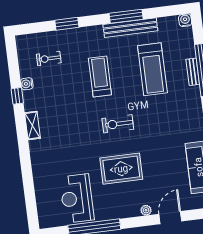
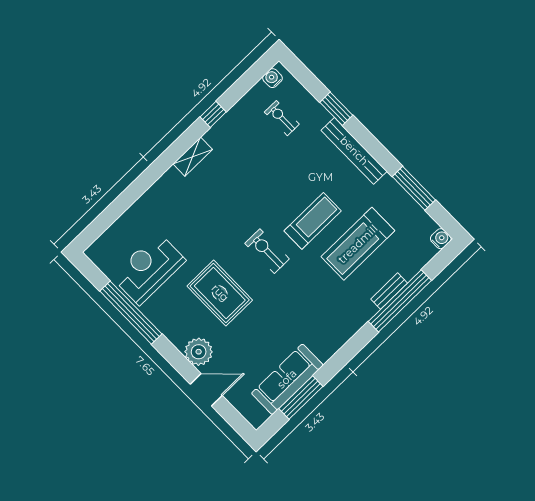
window: (126, 16) -> (414, 188), moved
bench: (130, 28) -> (354, 151), moved
treadmill: (100, 77) -> (313, 221), moved
water cooler: (27, 84) -> (273, 78), moved
plant: (146, 210) -> (199, 352), width x1.87, depth x1.87

